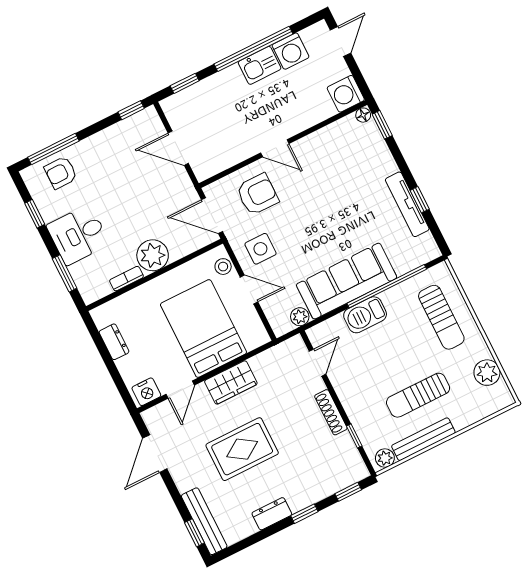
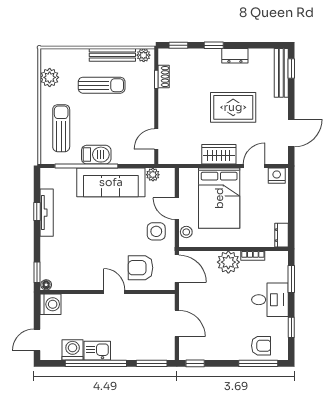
window: (185, 83) -> (152, 363), width x1.50
barbecue: (365, 315) -> (96, 155), moved
dresser: (114, 342) -> (281, 235), moved
shoe rack: (331, 412) -> (164, 77), moved, width x0.70

